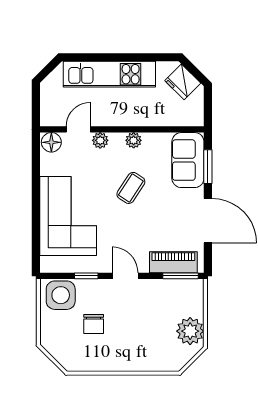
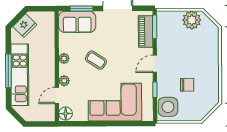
window: (115, 57) -> (8, 71), added
door: (78, 129) -> (57, 95), hinge flipped

